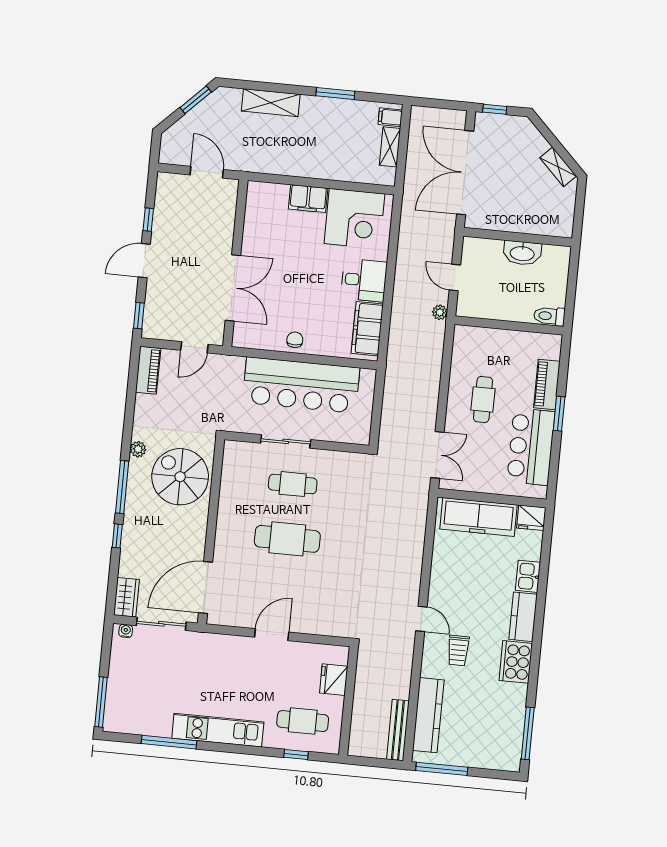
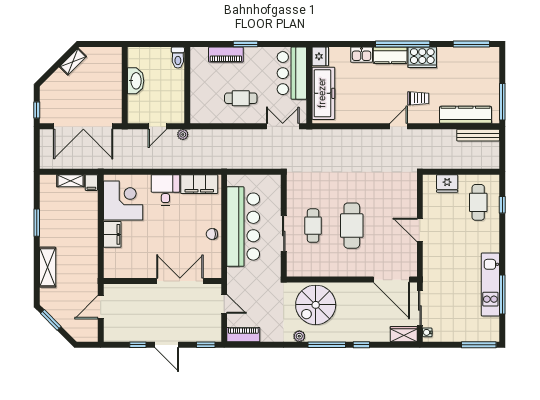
filing cabinet: (390, 117) -> (91, 183), moved
bar counter: (531, 447) -> (292, 73), moved, turned 90
window: (537, 636) -> (403, 44), added
kitchen unit: (218, 730) -> (490, 285), moved

